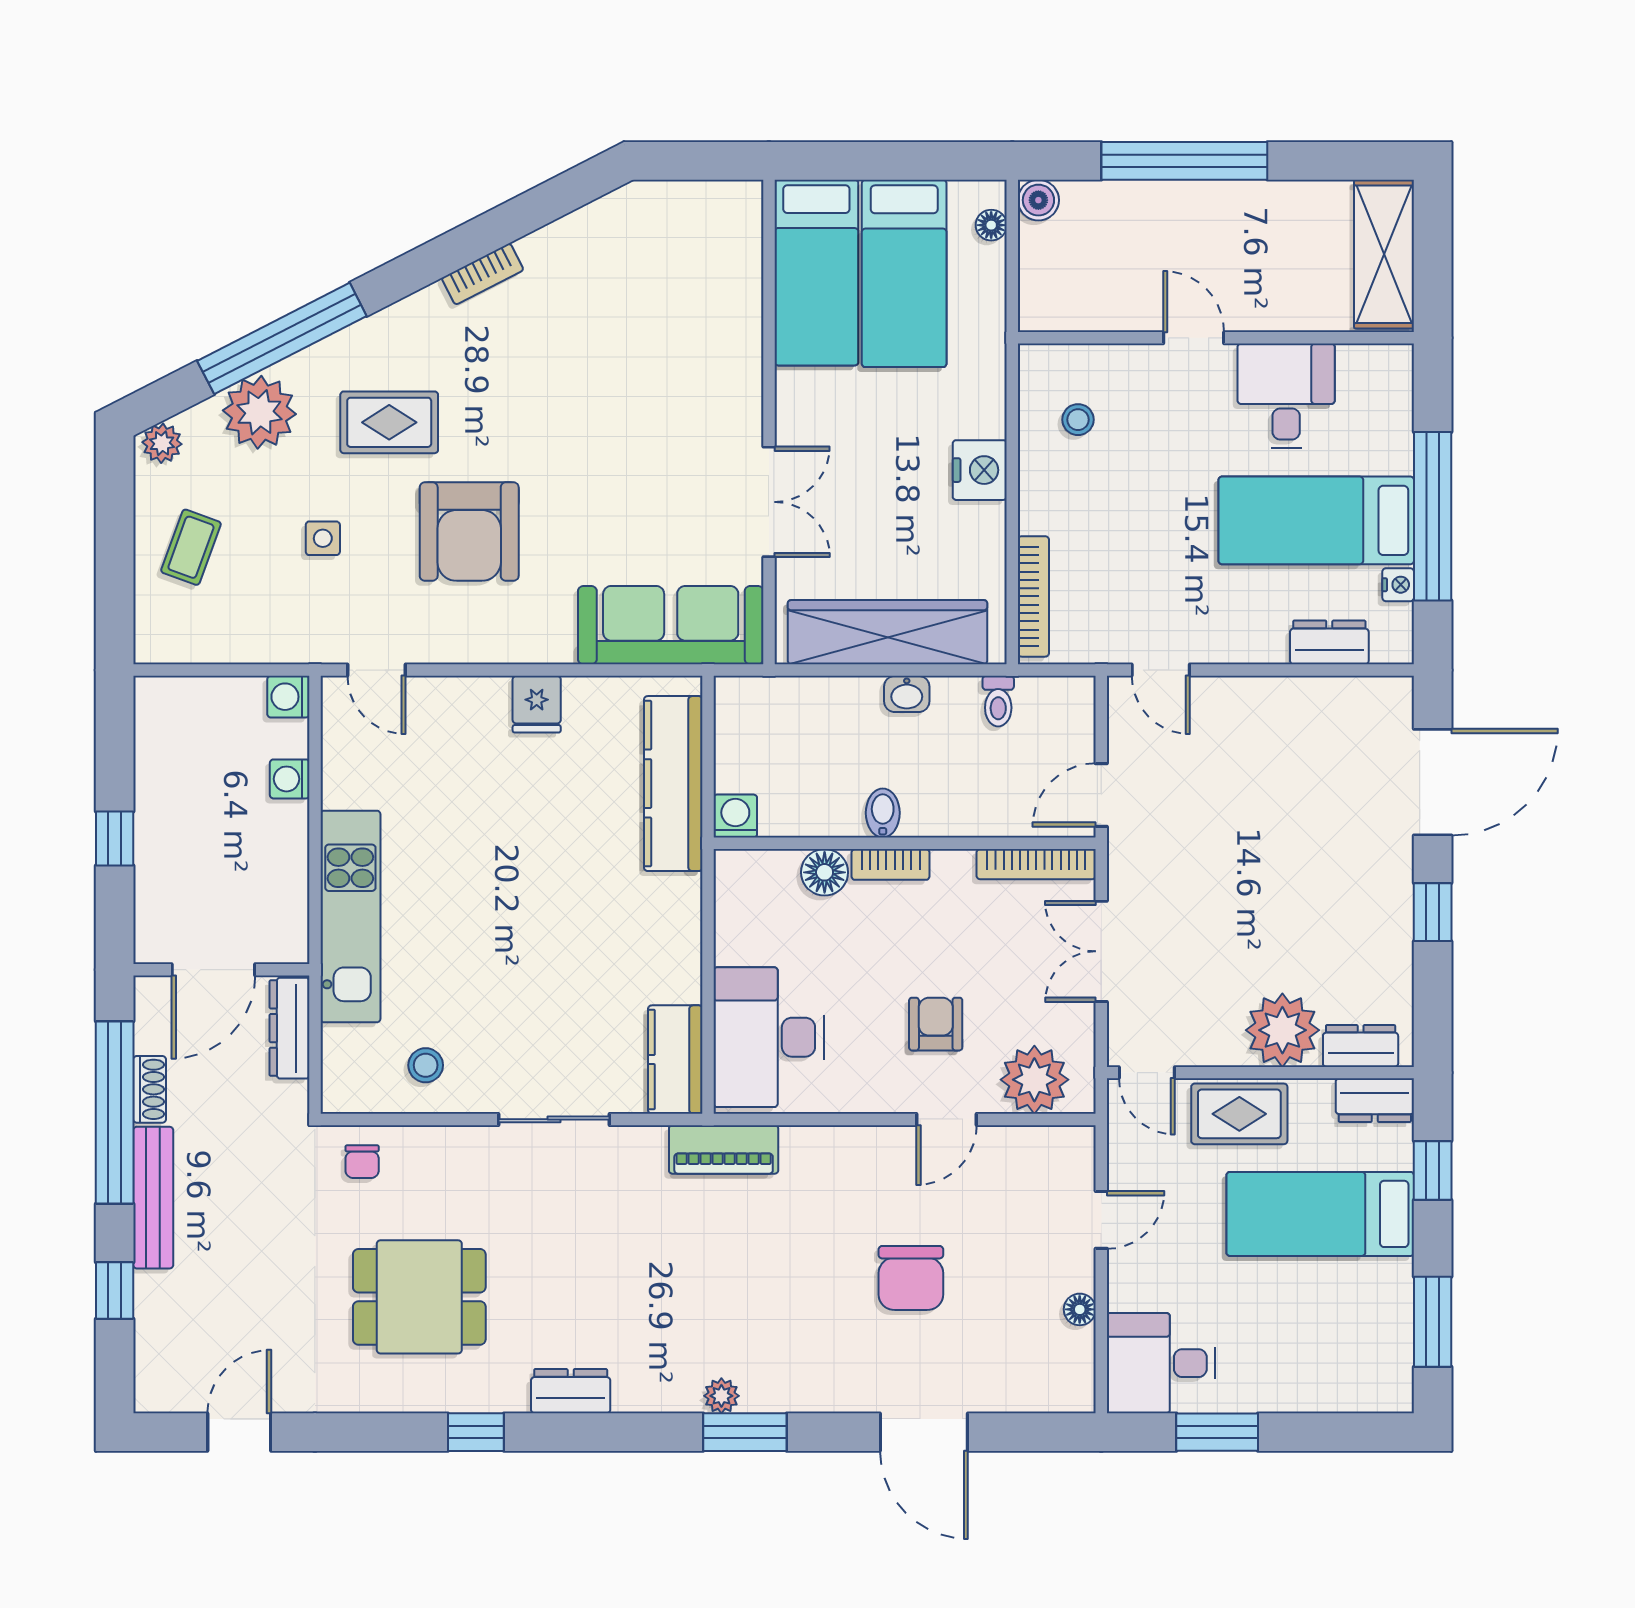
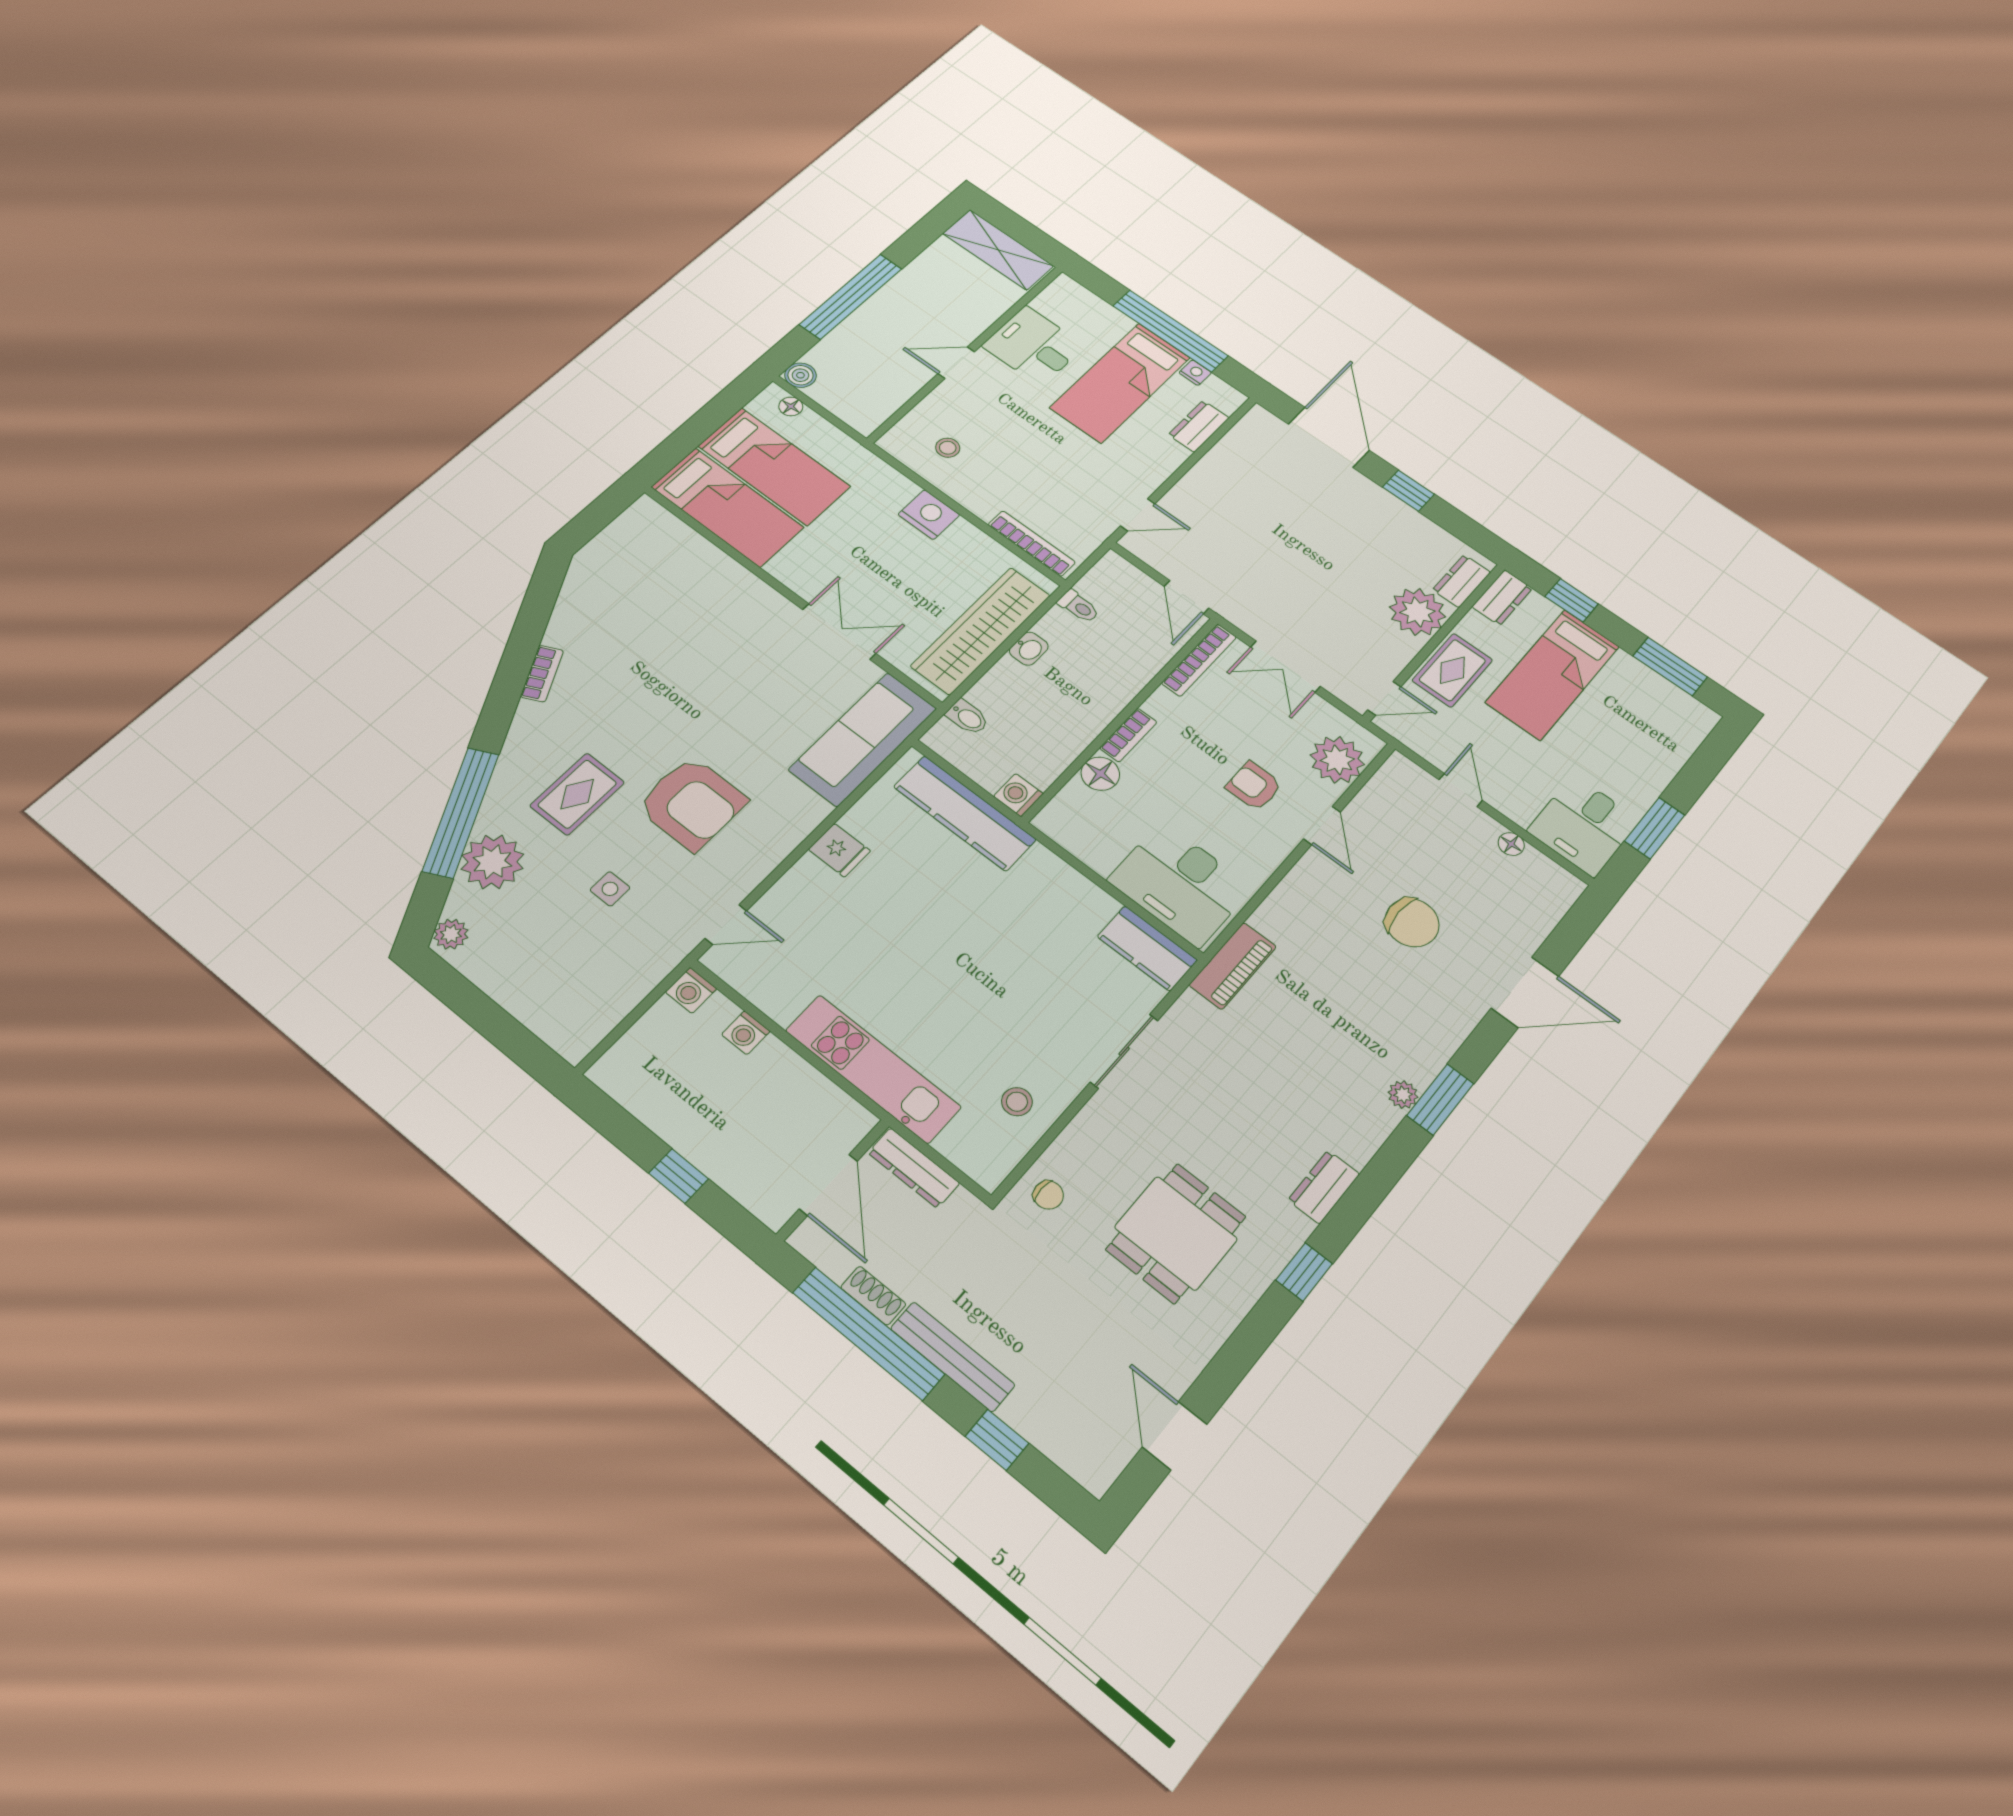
coffee table: (191, 547) -> (535, 971), removed
bidet: (883, 813) -> (967, 717), moved, turned 180

